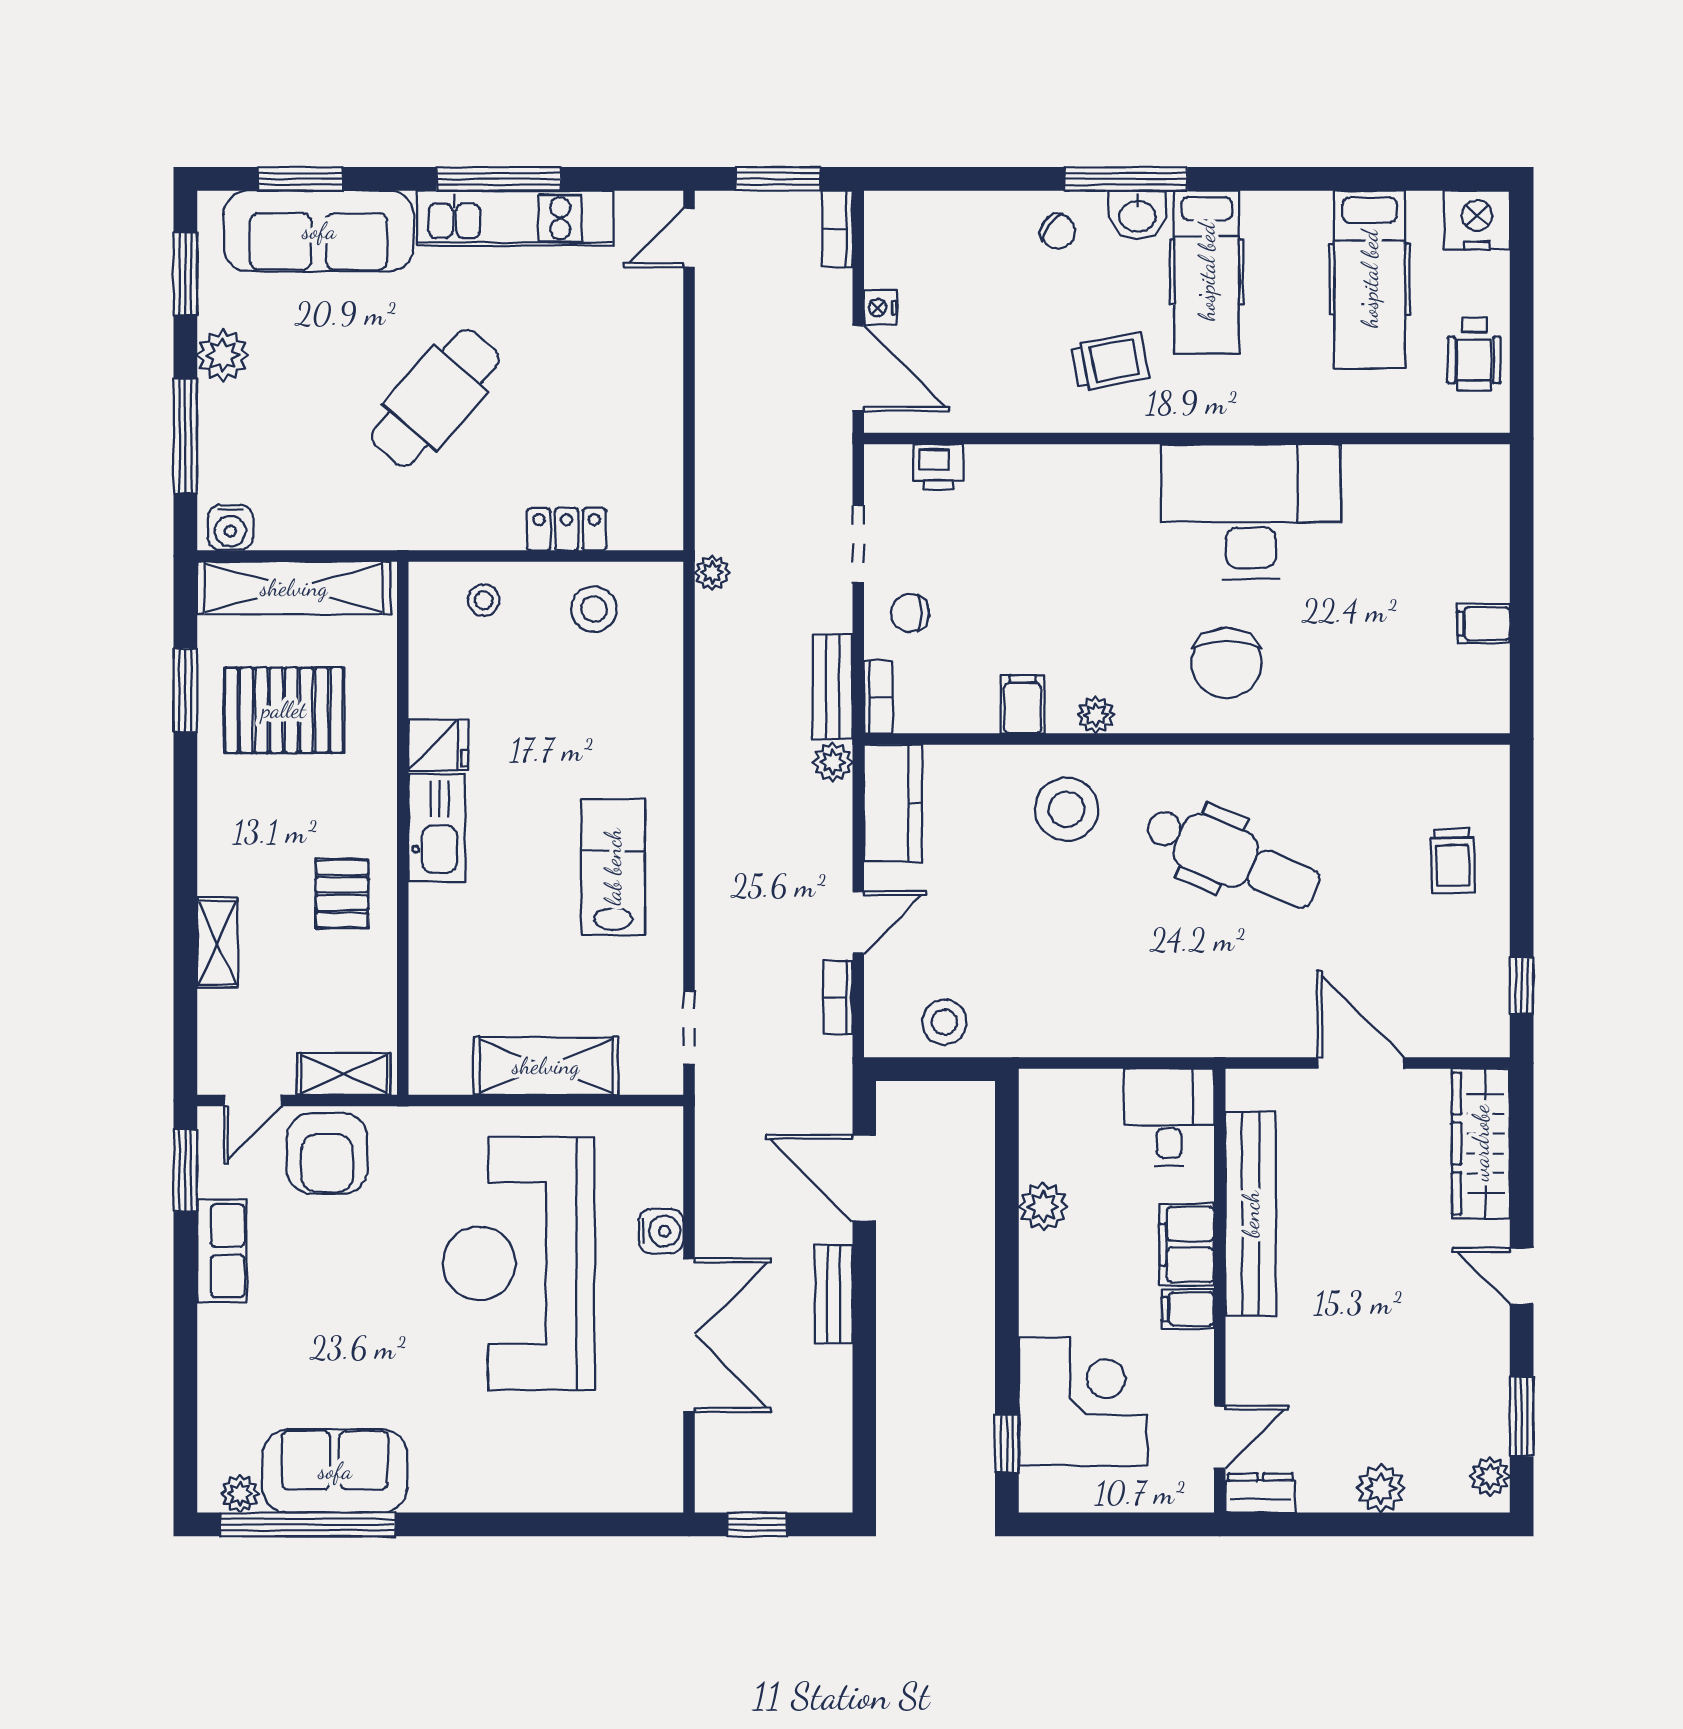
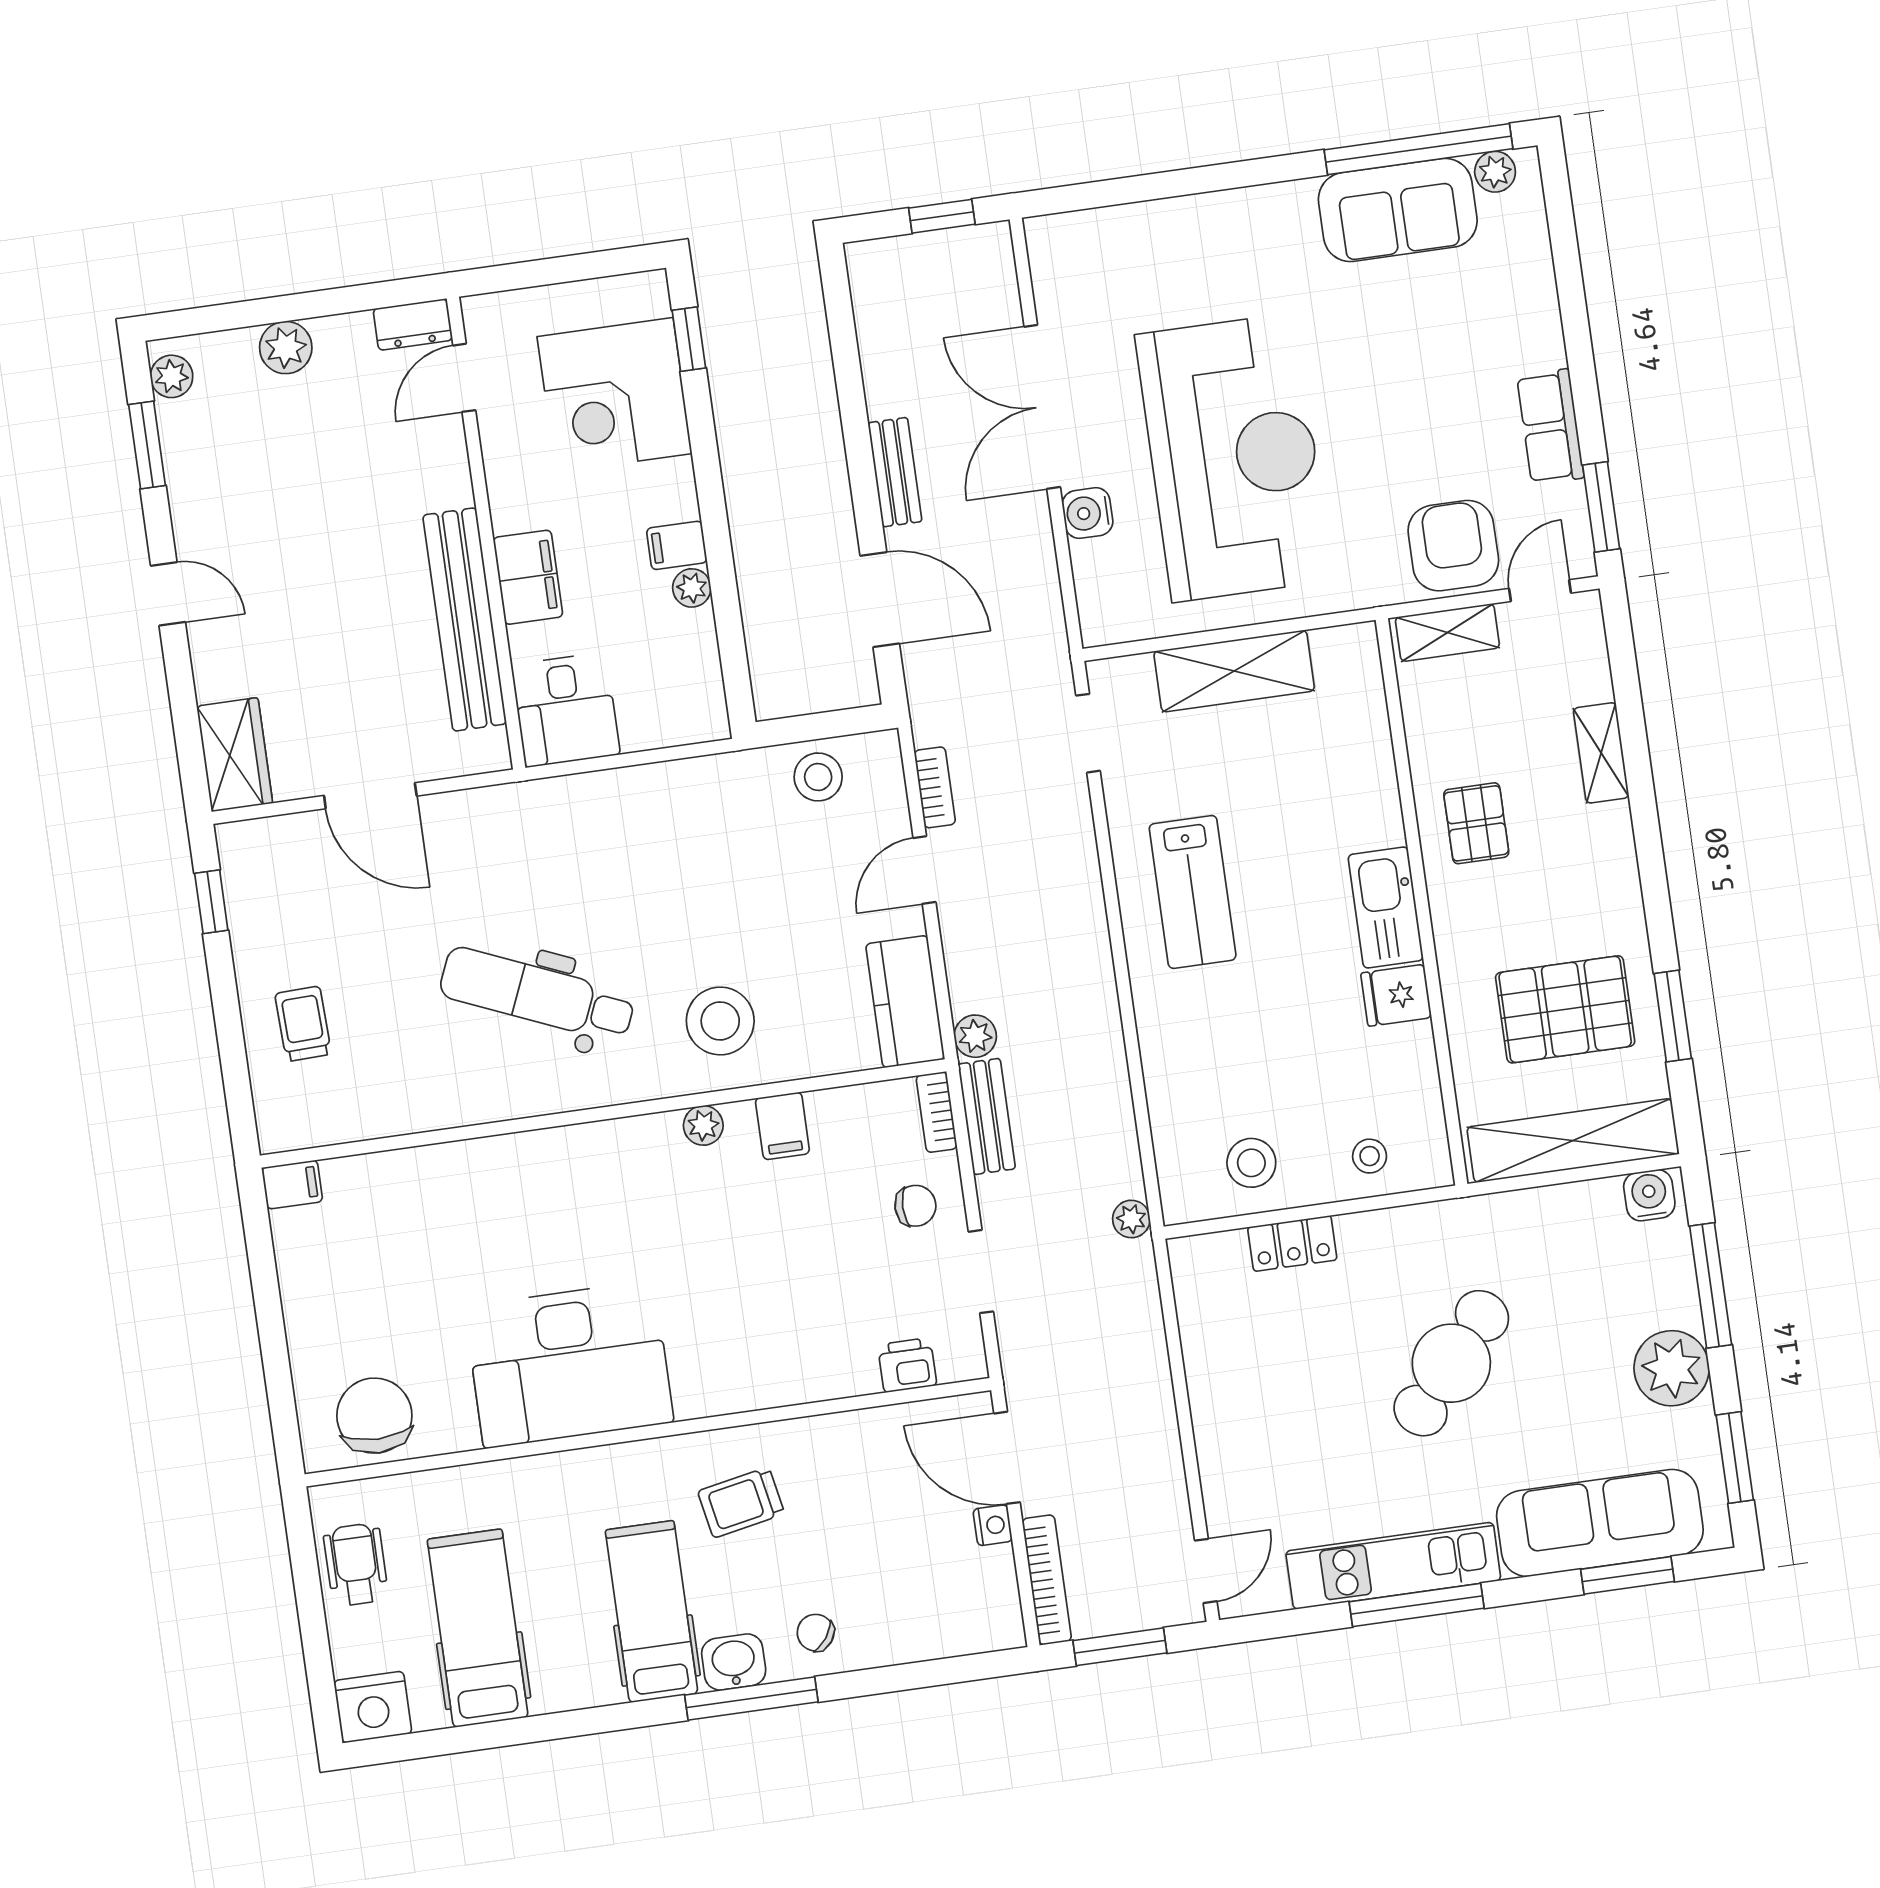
bookcase: (837, 229) -> (1047, 1580), width x1.56
plant: (223, 355) -> (1672, 1368), width x1.36, depth x1.36
filing cabinet: (1484, 624) -> (292, 1185), moved
chair: (1226, 663) -> (374, 1416), moved
wardrobe: (1481, 1143) -> (235, 755), width x0.67
plant: (1043, 1207) -> (692, 588), width x0.73, depth x0.73
filing cabinet: (1188, 1309) -> (677, 545), moved, turned 180

